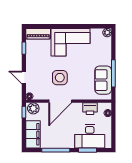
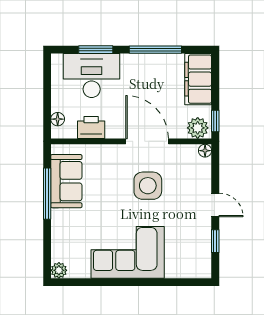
piano: (38, 34) -> (189, 268), removed
door: (24, 78) -> (215, 205), moved
door: (60, 101) -> (147, 141), hinge flipped

